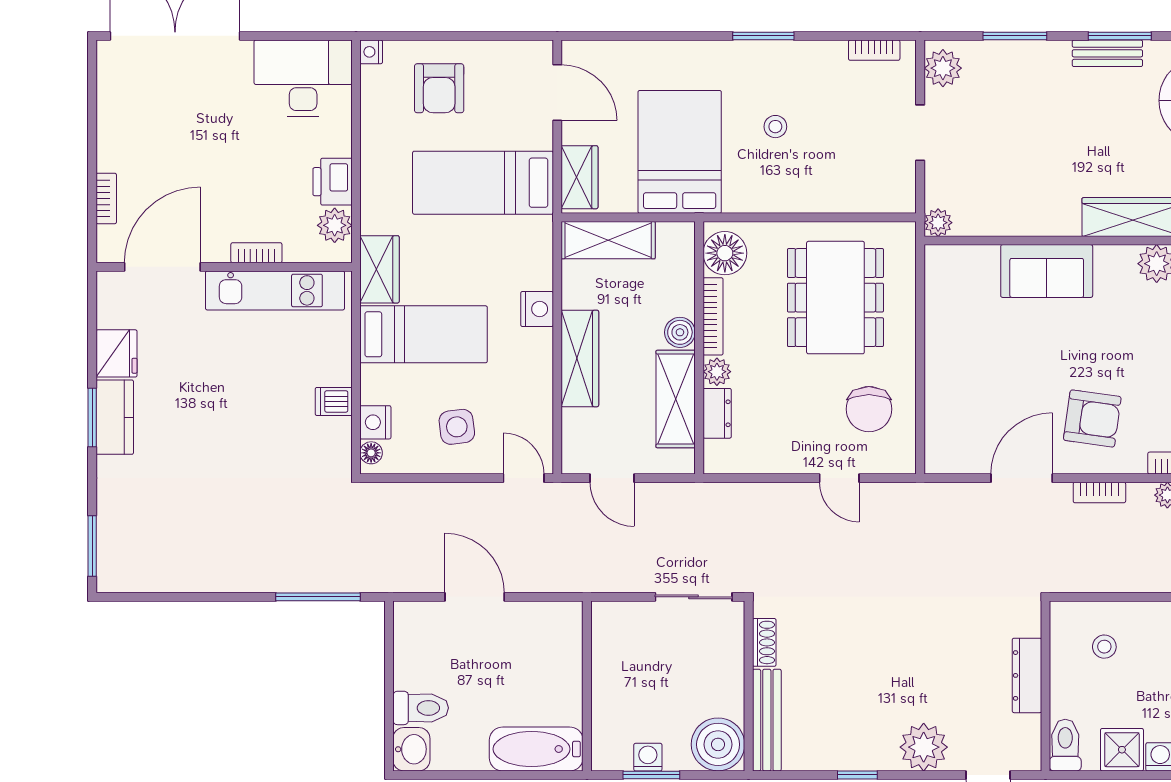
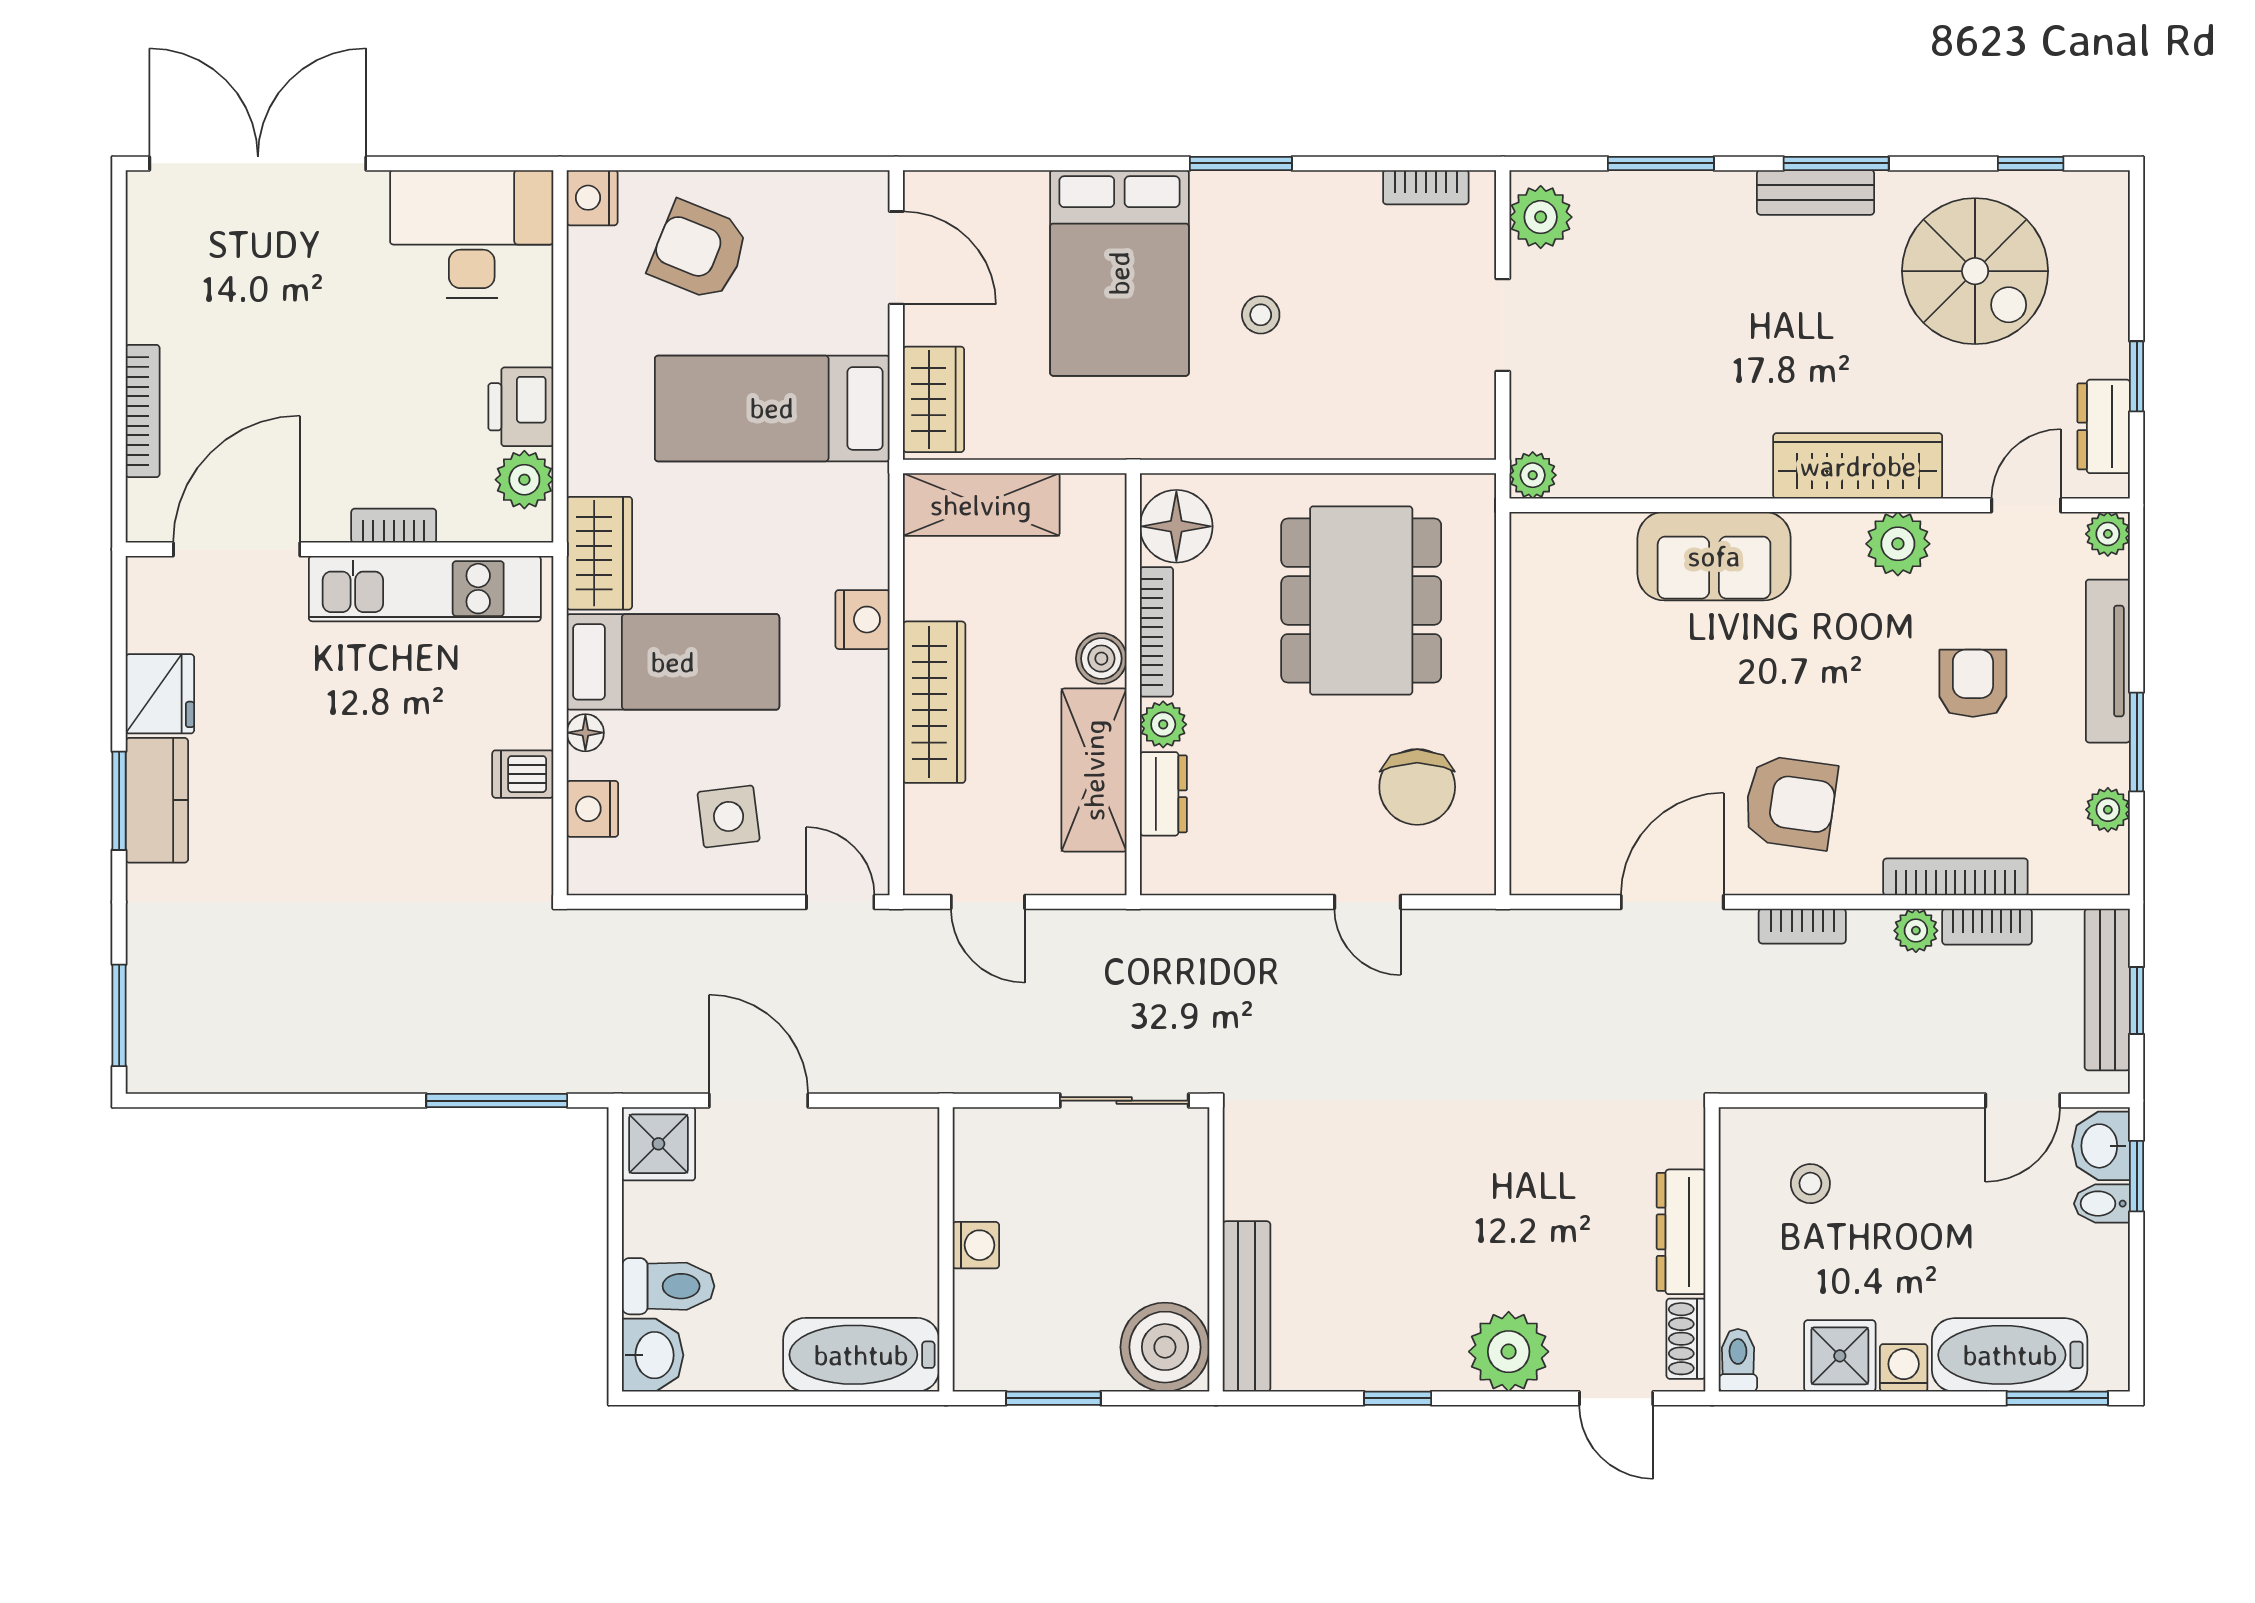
nightstand: (371, 52) -> (592, 198), width x1.39, depth x1.35
armchair: (439, 88) -> (699, 251), turned 112
bed: (680, 152) -> (1119, 273), moved, turned 180
bookcase: (106, 198) -> (143, 411), width x1.56
floor lamp: (371, 453) -> (585, 733), moved
shower: (415, 623) -> (658, 1144), added
shoe rack: (764, 642) -> (1686, 1339), moved, turned 180
toilet: (1065, 745) -> (1738, 1360), width x0.73, depth x0.72
washing machine: (648, 757) -> (976, 1245), moved, turned 90

